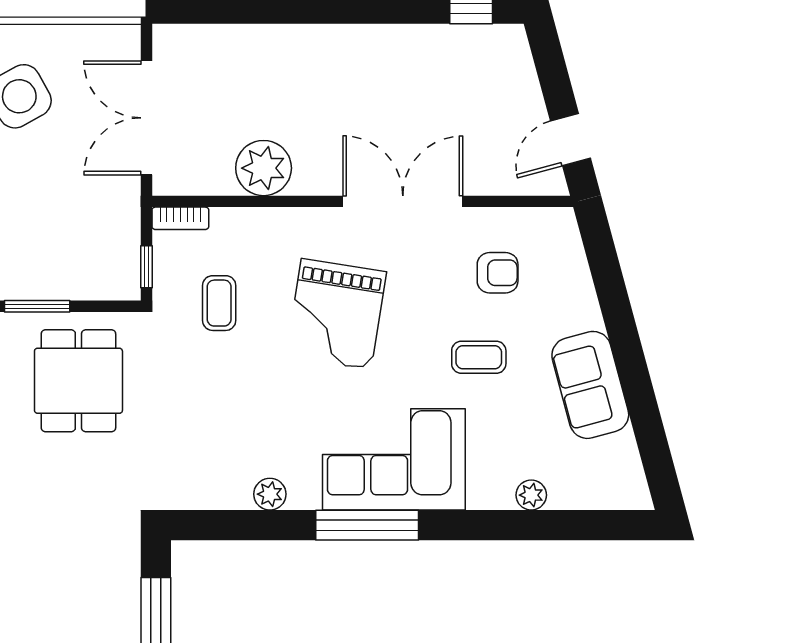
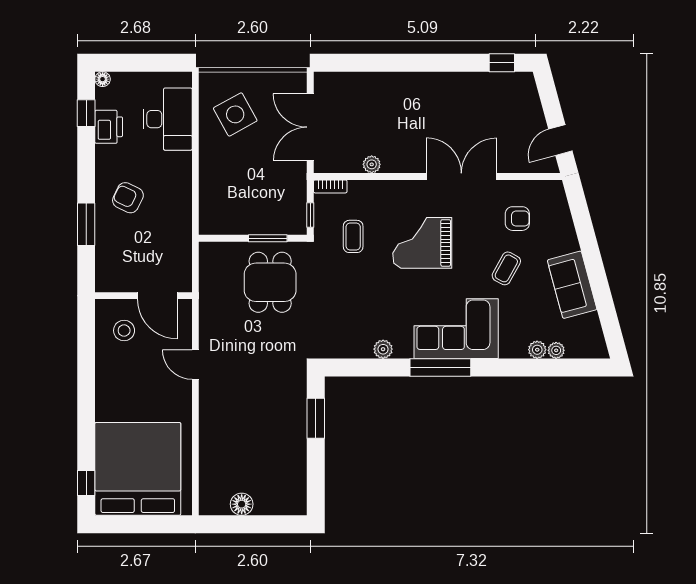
plant: (264, 168) -> (372, 164), width x0.53, depth x0.53
window: (37, 306) -> (268, 238), moved
grand piano: (336, 314) -> (422, 243), turned 81
coffee table: (479, 357) -> (506, 268), turned -61
plant: (563, 496) -> (556, 350), added

